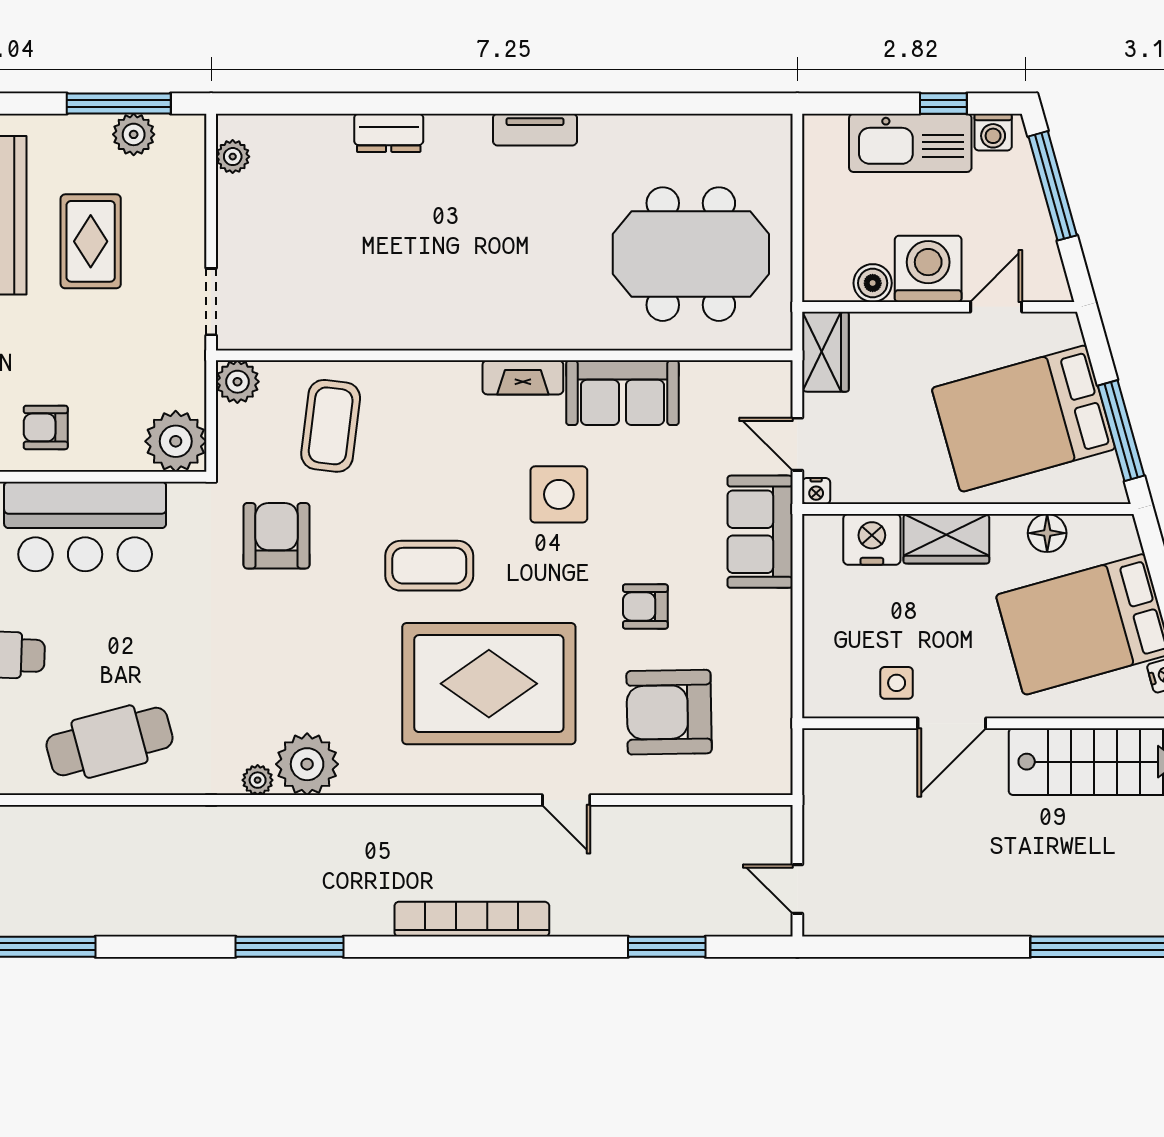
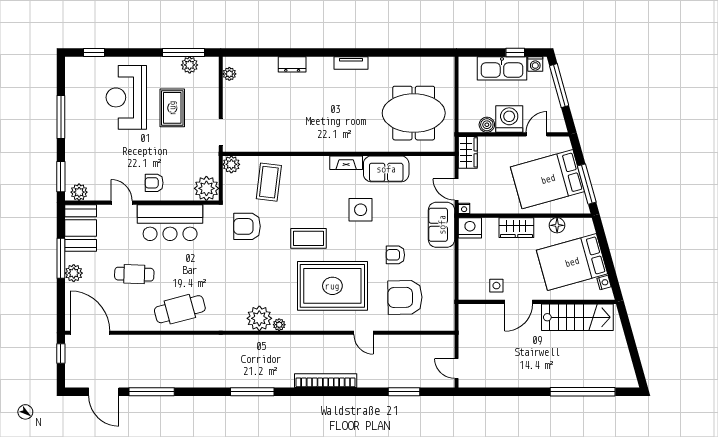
armchair: (277, 536) -> (247, 226), turned -90
nightstand: (872, 539) -> (470, 228), moved
plant: (258, 780) -> (279, 325), moved

